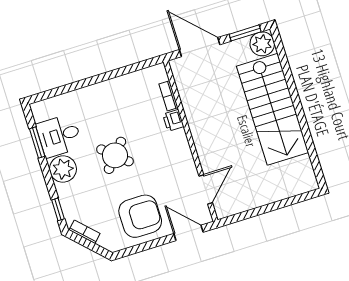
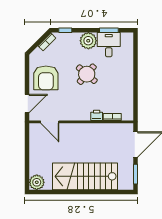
plant: (262, 44) -> (37, 182), moved

